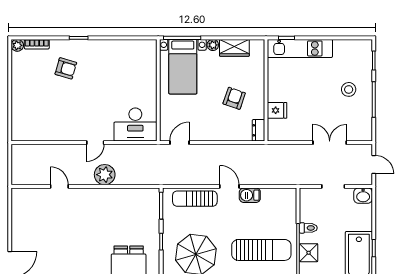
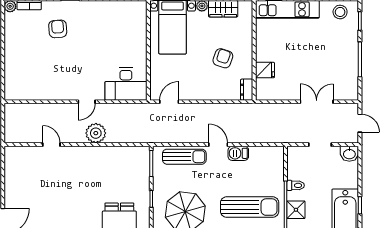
armchair: (66, 68) -> (58, 29), turned -110
stool: (349, 89) -> (340, 12), moved
sun lounger: (195, 199) -> (184, 157), turned 180

